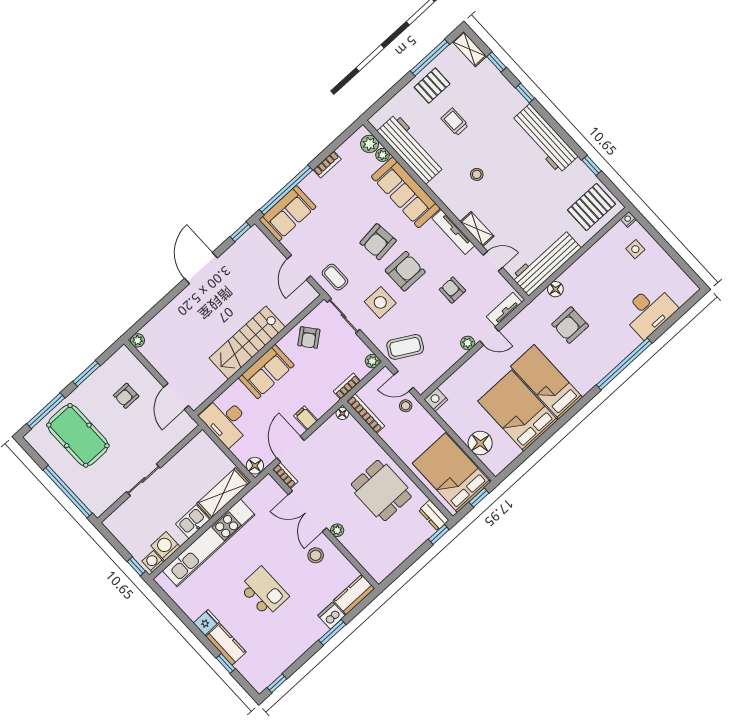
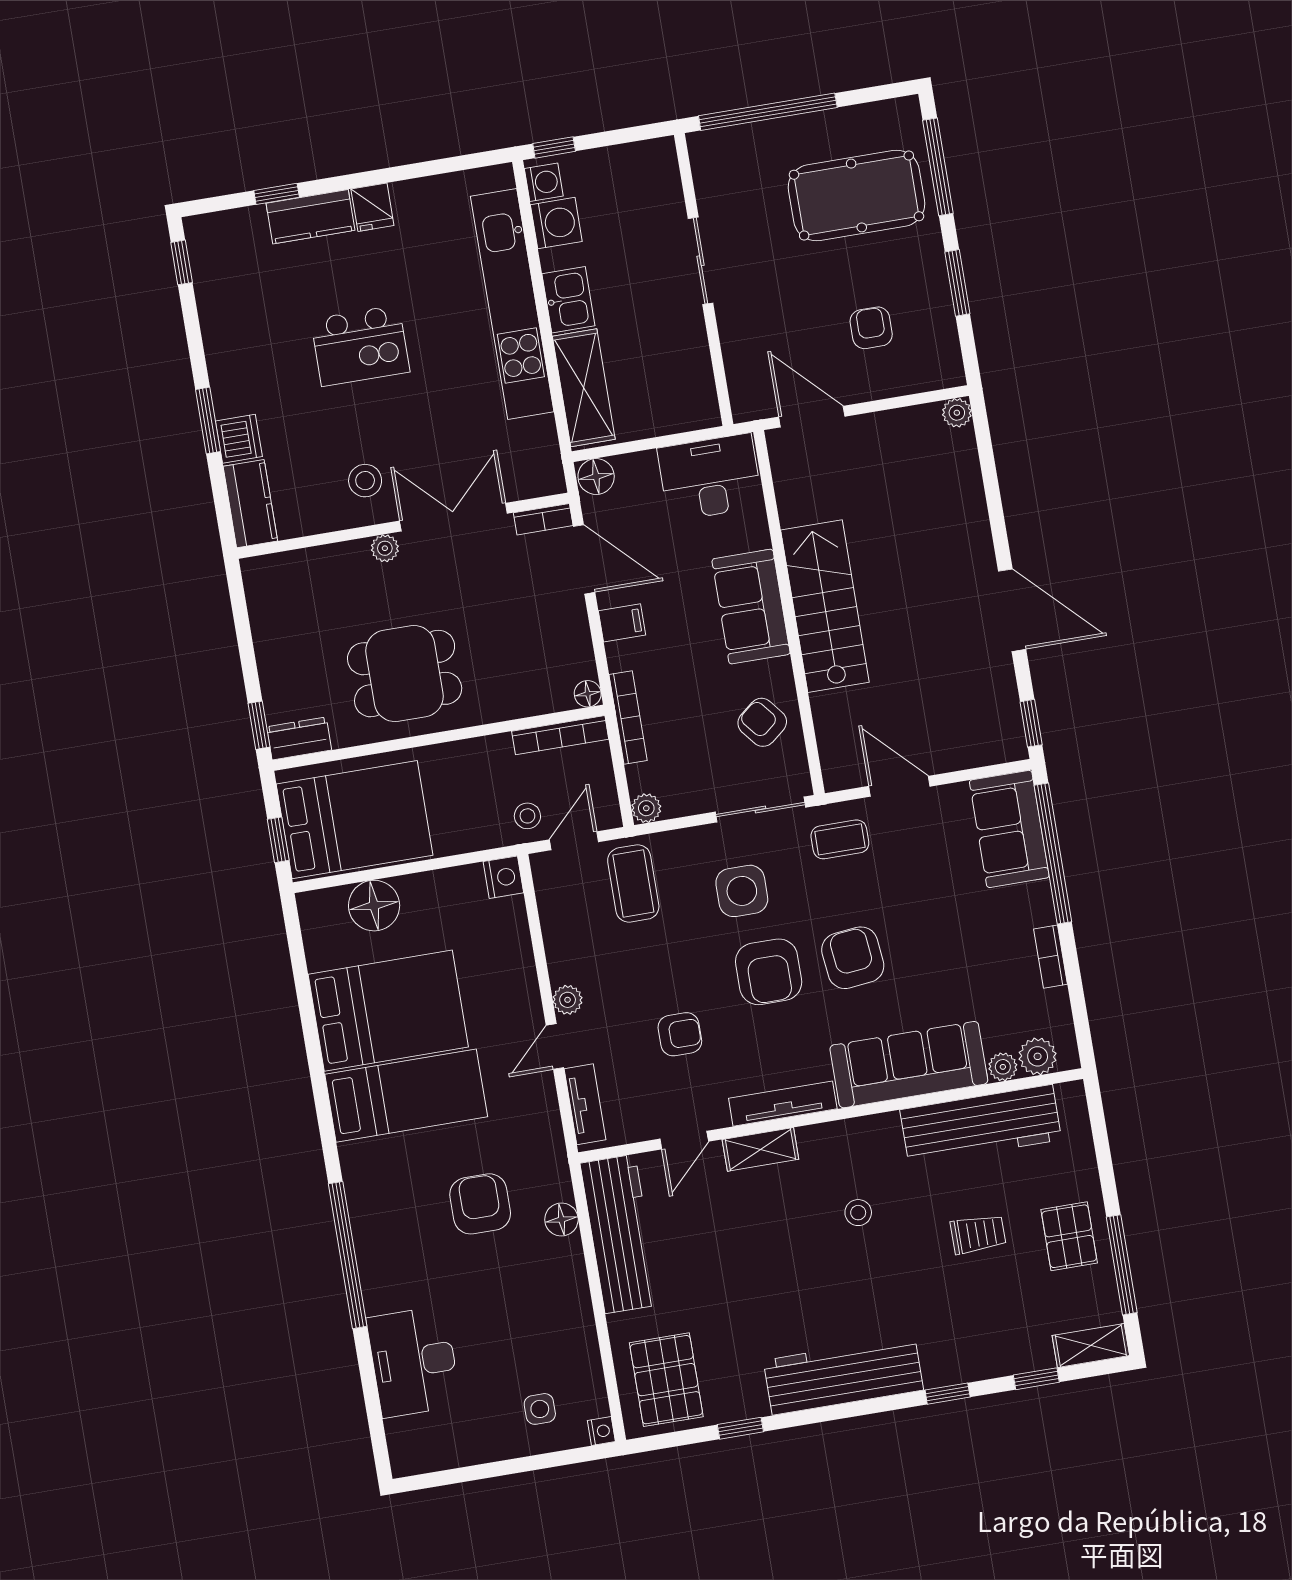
coffee table: (405, 347) -> (633, 883), turned -30
bookcase: (347, 386) -> (628, 717), width x1.56

